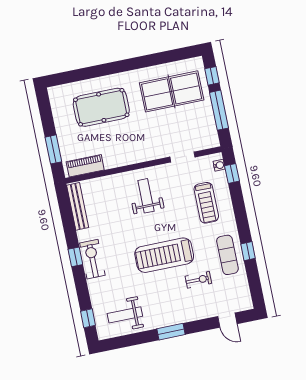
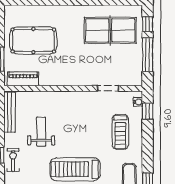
pool table: (101, 107) -> (33, 41), moved
weight bench: (146, 196) -> (41, 132), moved
exercise bike: (92, 259) -> (13, 160), width x0.73, depth x0.72

